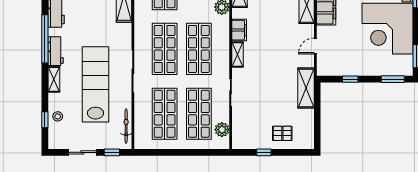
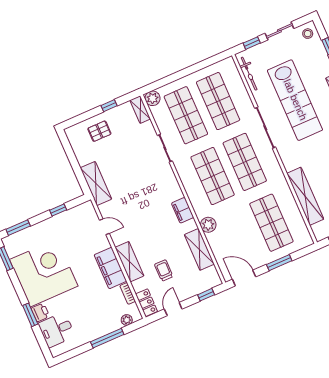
door: (315, 46) -> (104, 227), hinge flipped
shelving: (237, 54) -> (140, 110), moved
stool: (58, 116) -> (308, 34), moved
plant: (222, 130) -> (153, 98), moved

